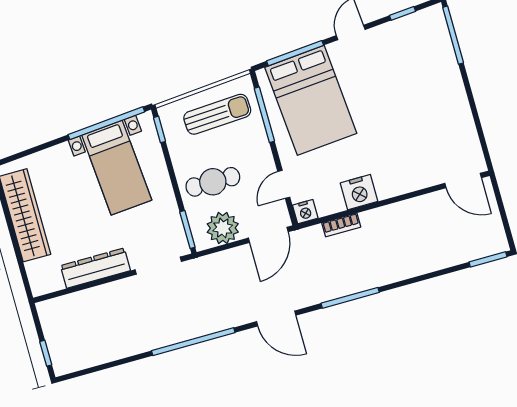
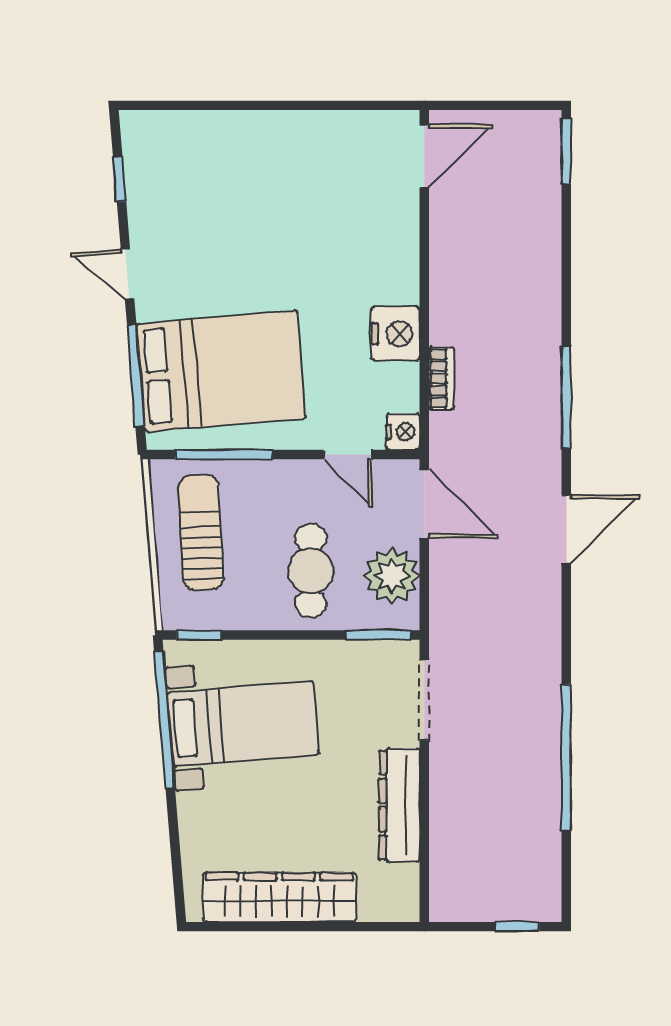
window: (453, 35) -> (179, 105), removed
window: (193, 342) -> (566, 758), moved

